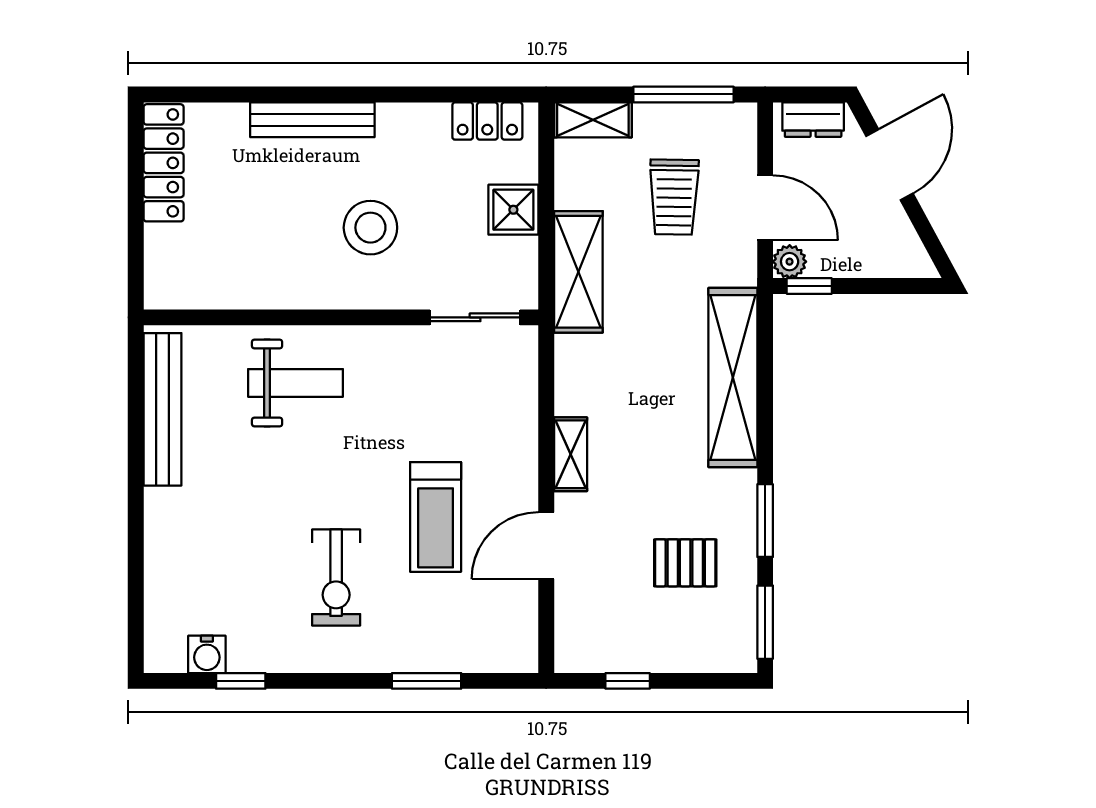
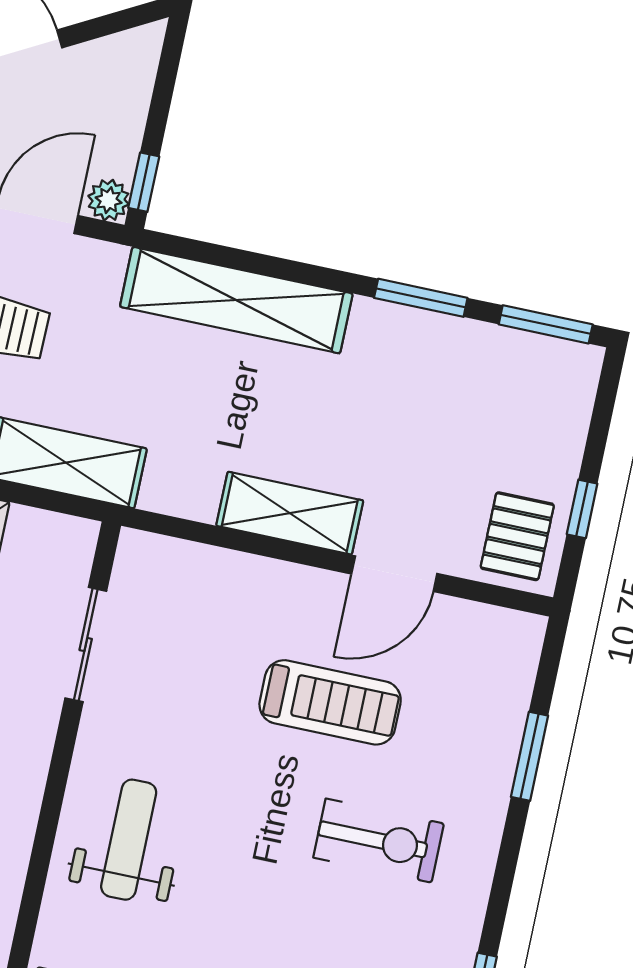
sliding door: (475, 317) -> (86, 645), moved
shelving: (571, 454) -> (290, 513), width x1.50, depth x1.33
door: (546, 546) -> (394, 574), hinge flipped
pallet: (685, 563) -> (517, 536), moved

